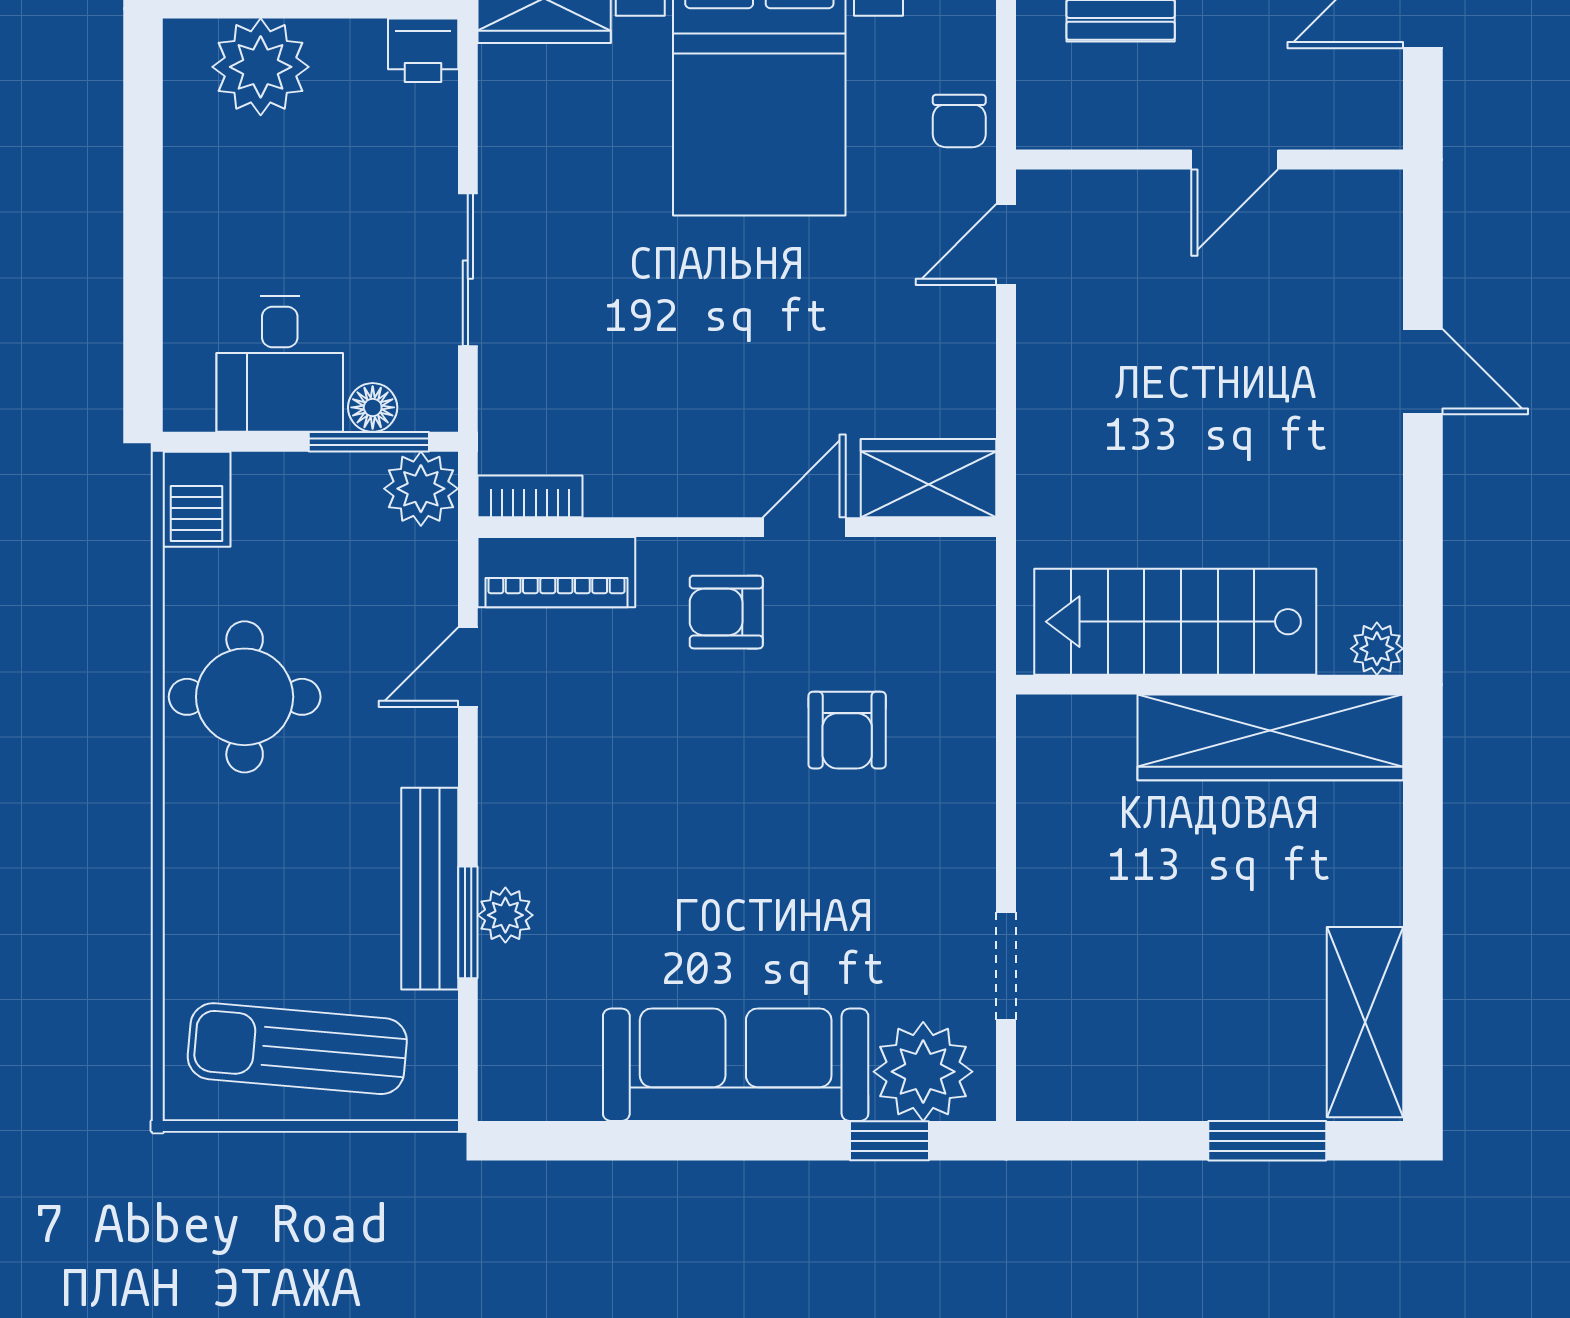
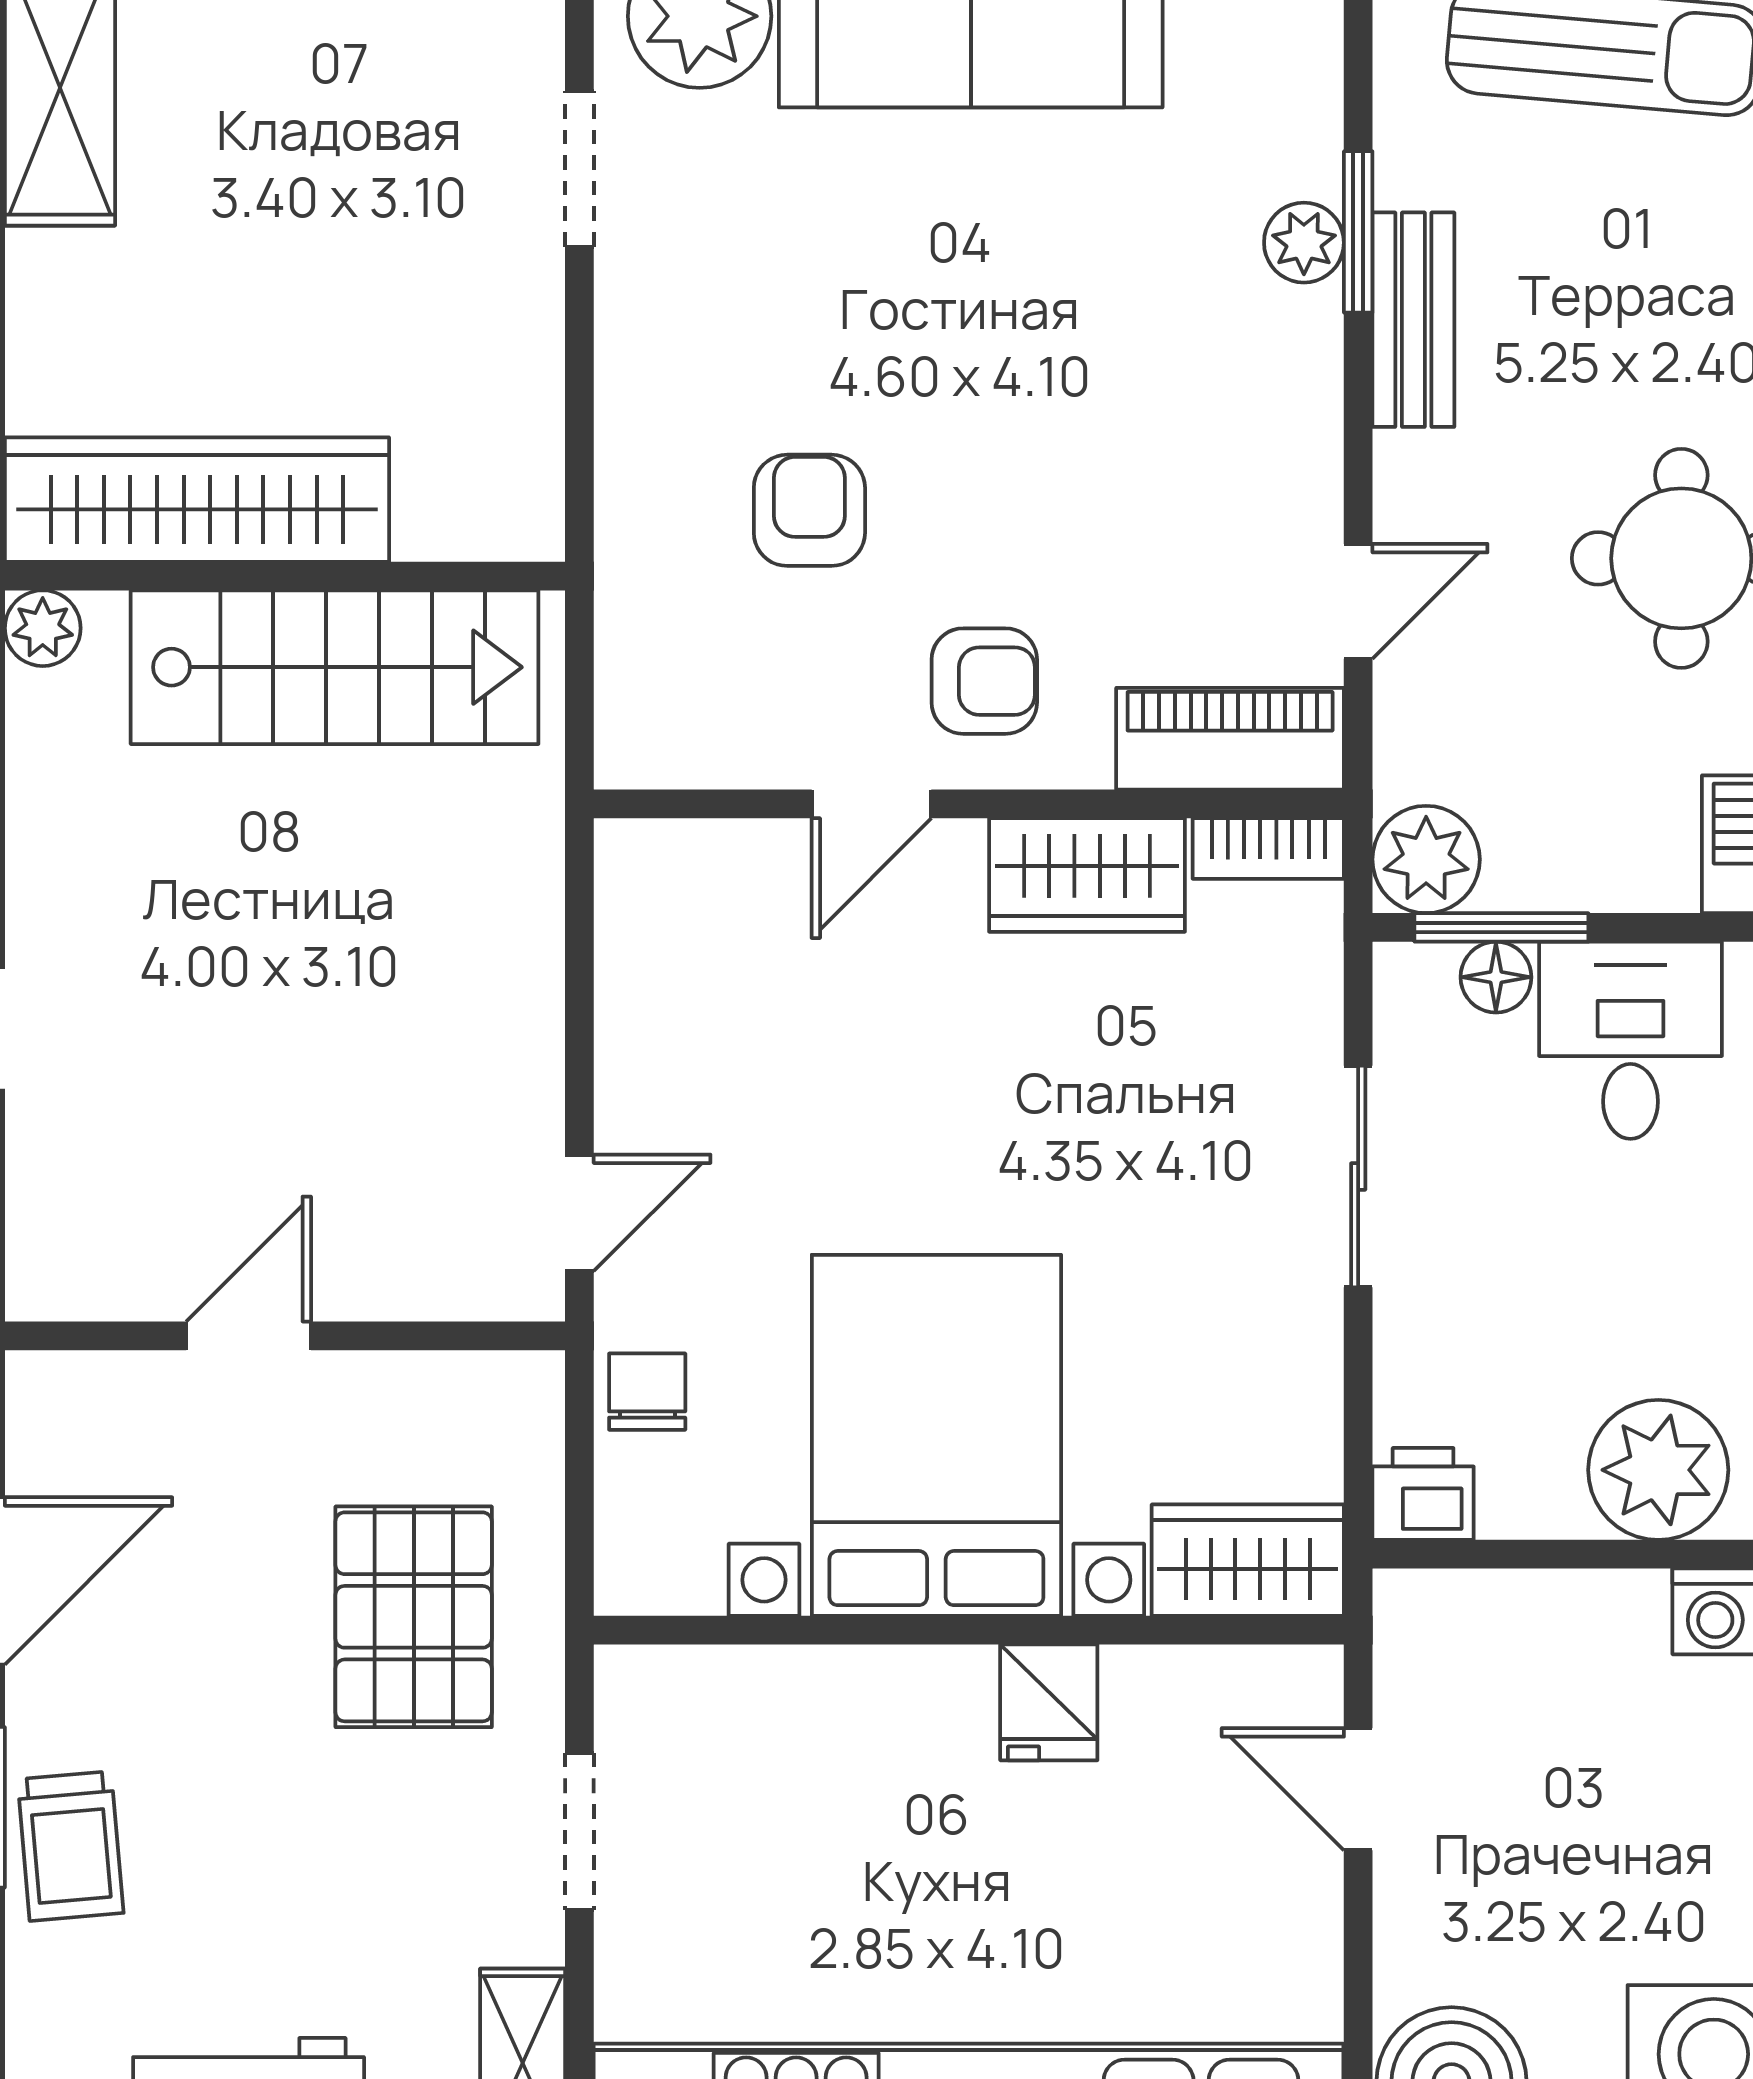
wardrobe: (929, 478) -> (1087, 875), moved
bench: (430, 889) -> (1413, 320), width x0.73

